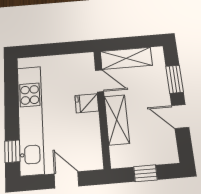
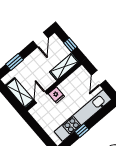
door: (180, 116) -> (41, 40), moved
shelving: (117, 120) -> (64, 67), moved
window: (12, 151) -> (82, 131), moved

